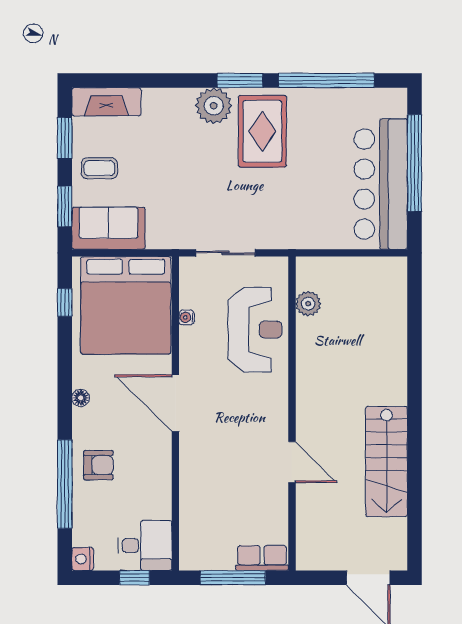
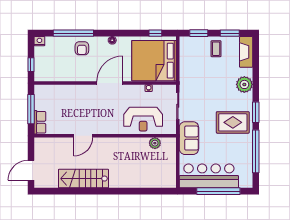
plant: (214, 106) -> (244, 84), moved
sofa: (108, 228) -> (189, 138), moved
desk: (145, 546) -> (46, 69), removed

